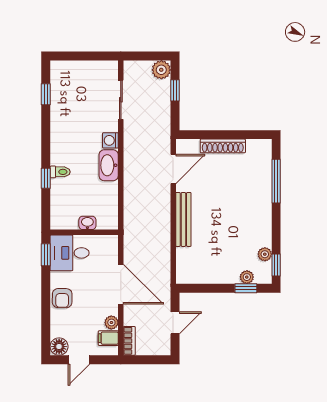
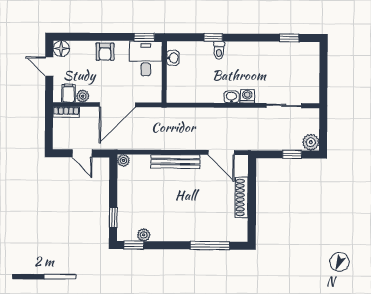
washbasin: (109, 165) -> (232, 97), width x0.52, depth x0.69
washbasin: (87, 223) -> (173, 58), moved
plant: (247, 277) -> (123, 161), moved
armchair: (62, 298) -> (105, 52), turned -91

